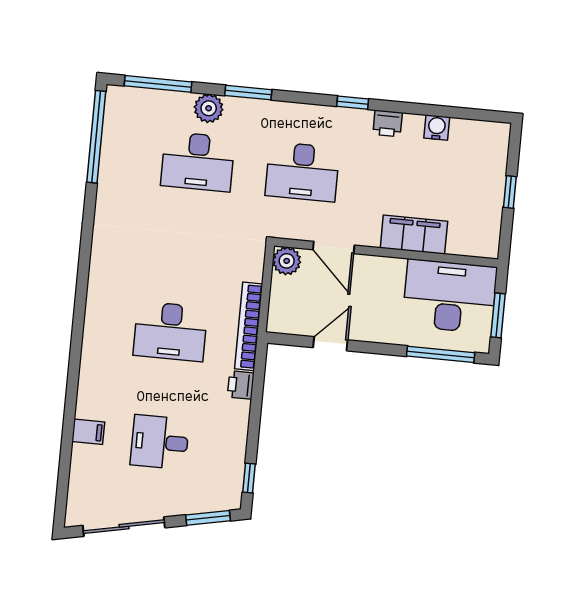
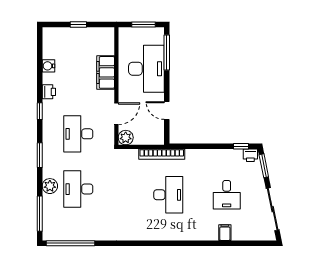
window: (248, 93) -> (40, 155), moved
desk: (198, 162) -> (78, 189), turned 180
desk: (302, 172) -> (78, 134), turned 180
desk: (450, 296) -> (146, 69), moved, turned 180
printer: (241, 385) -> (250, 155), moved

